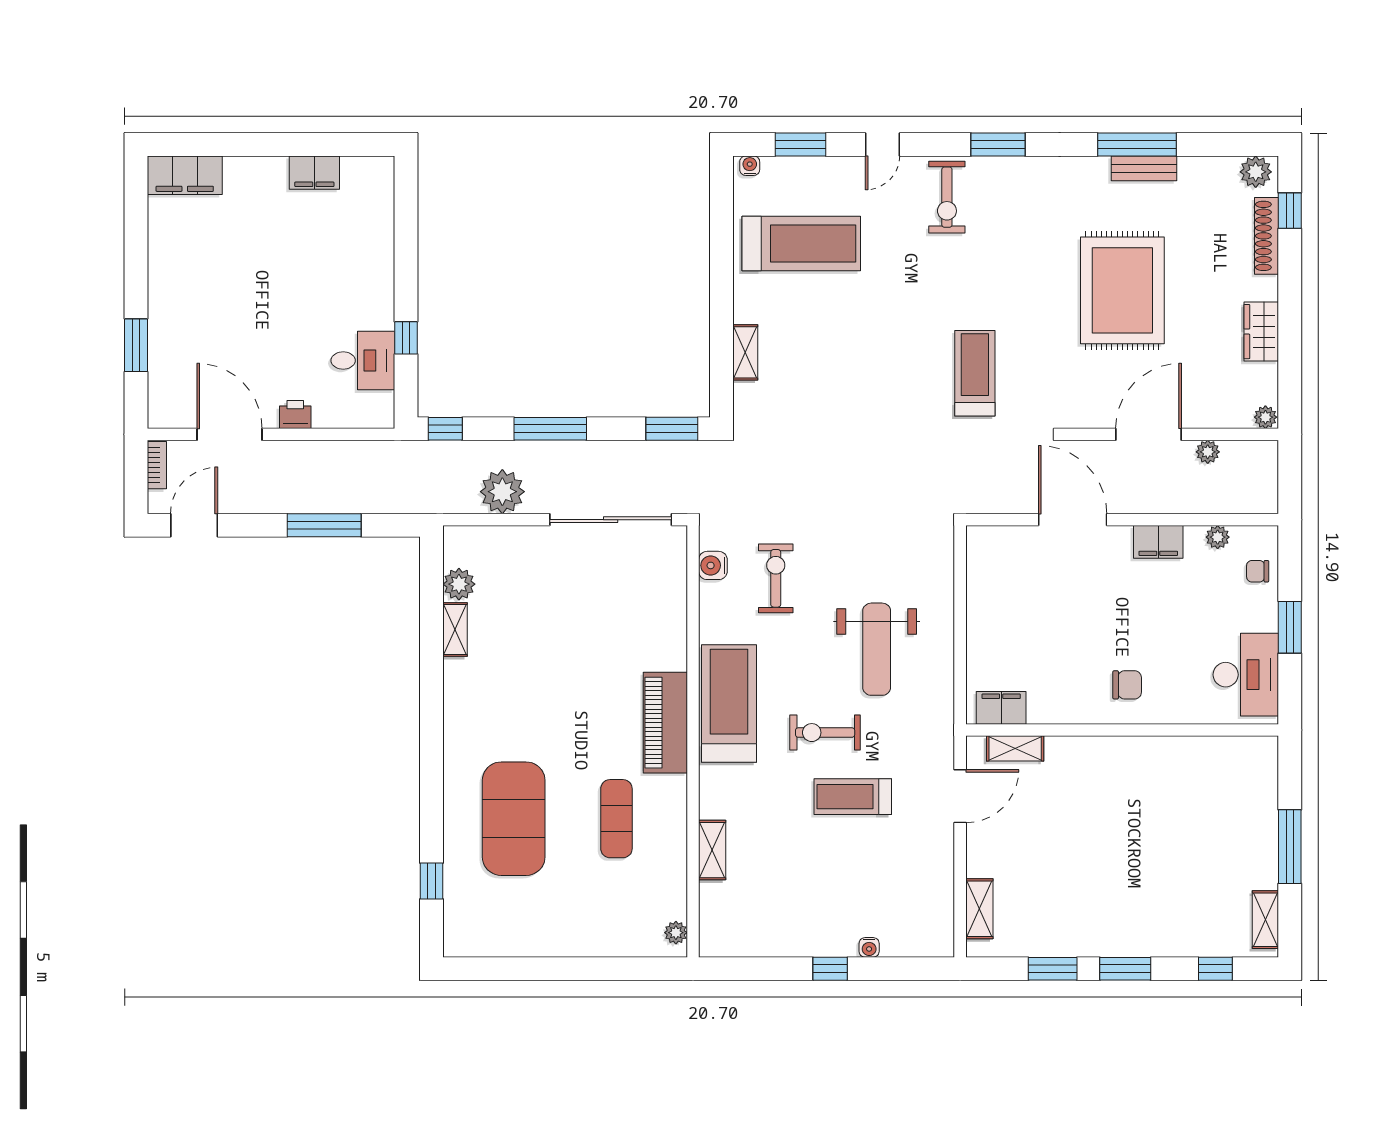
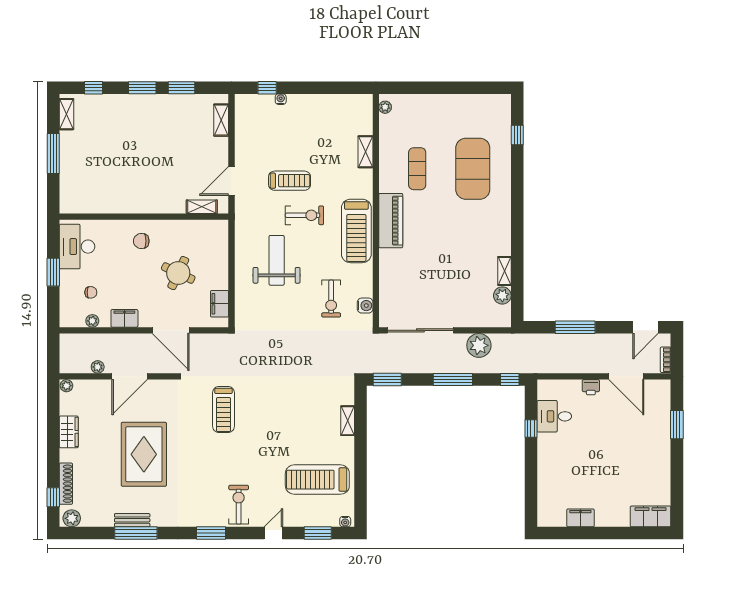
chair: (1258, 571) -> (91, 292), moved
round table: (1059, 626) -> (178, 273), added
filing cabinet: (1001, 708) -> (220, 304), moved, turned 90
window: (830, 969) -> (267, 88), moved

